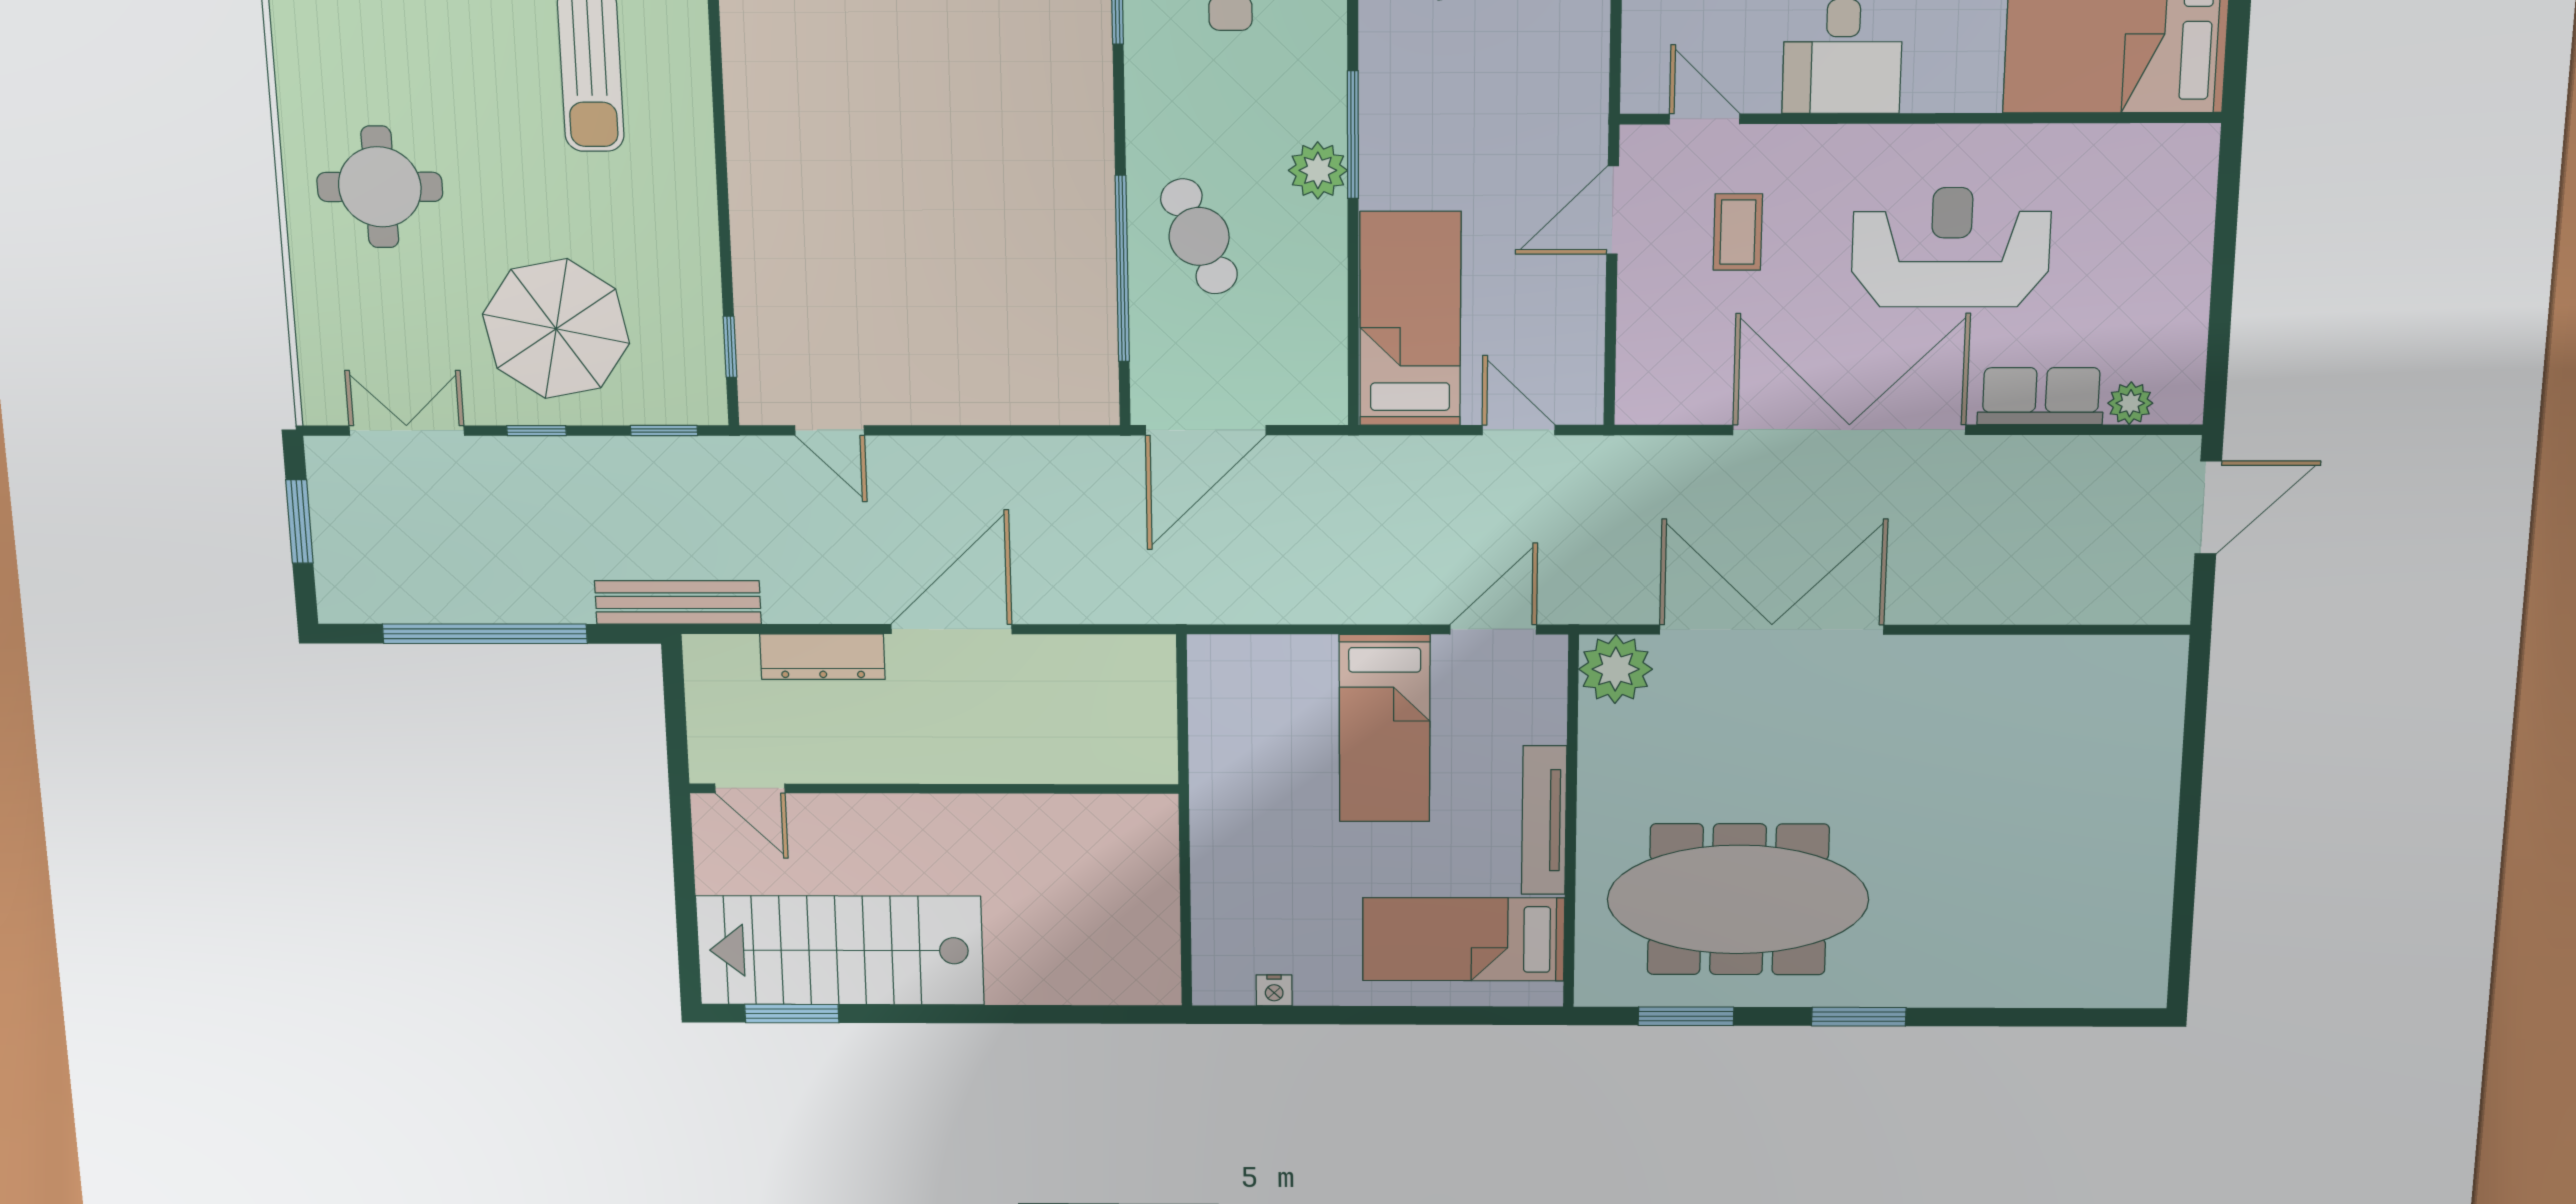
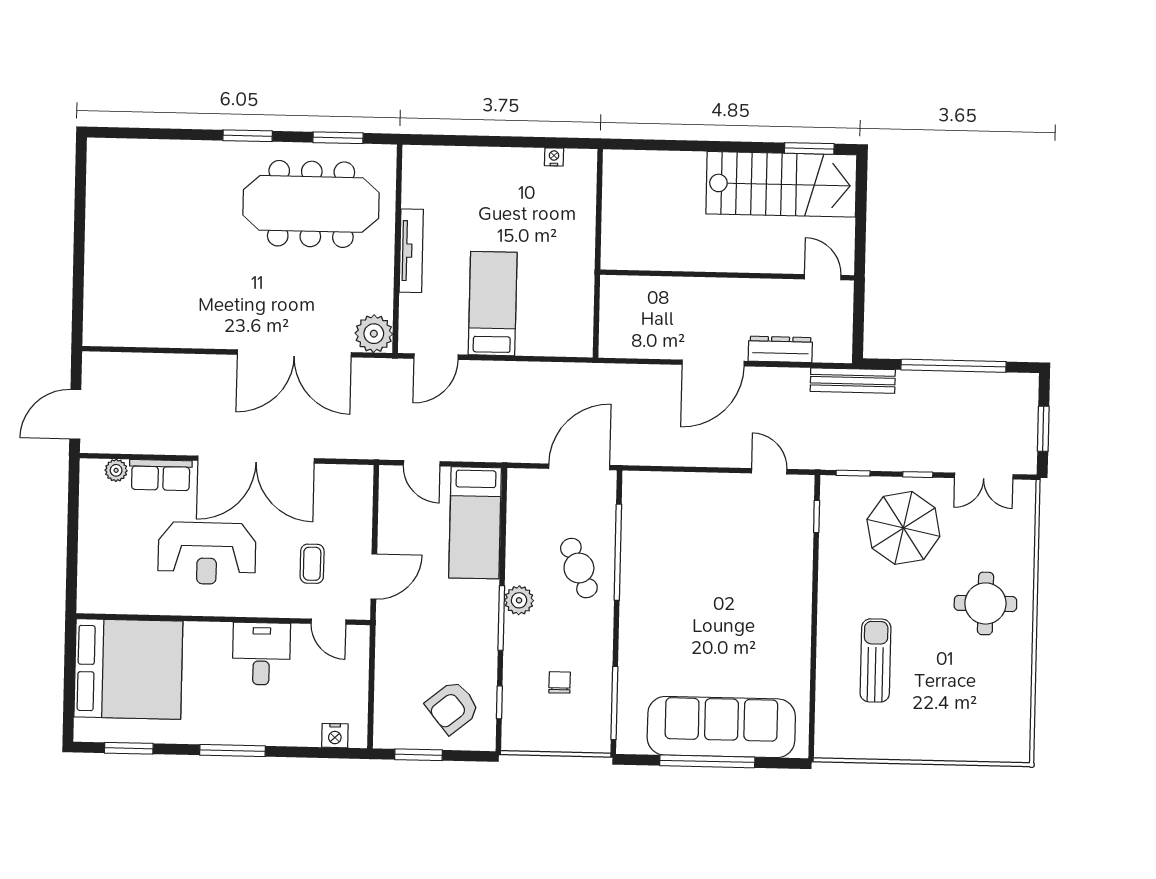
bed: (1463, 939) -> (454, 184), removed

